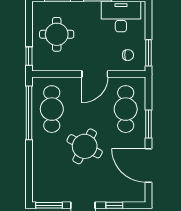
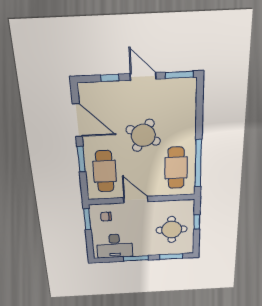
window: (29, 56) -> (197, 222), moved
door: (95, 74) -> (136, 200), hinge flipped

